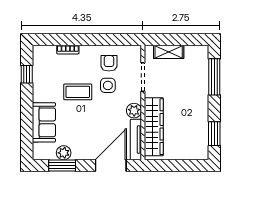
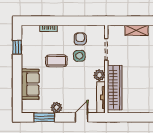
shelving: (169, 52) -> (136, 30), moved
plant: (64, 153) -> (57, 108), moved
door: (111, 166) -> (82, 117), width x0.53

